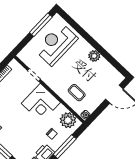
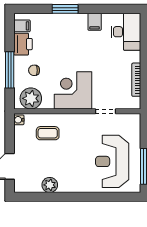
reception desk: (56, 44) -> (112, 161), turned 180
plant: (94, 56) -> (50, 185), moved

